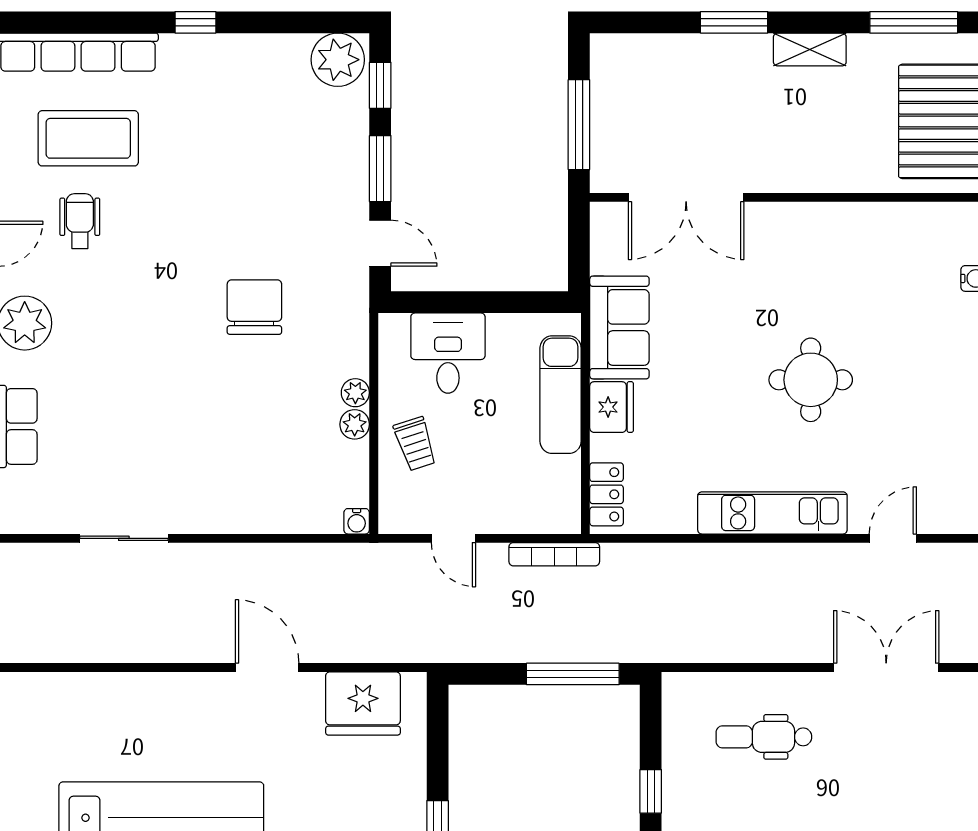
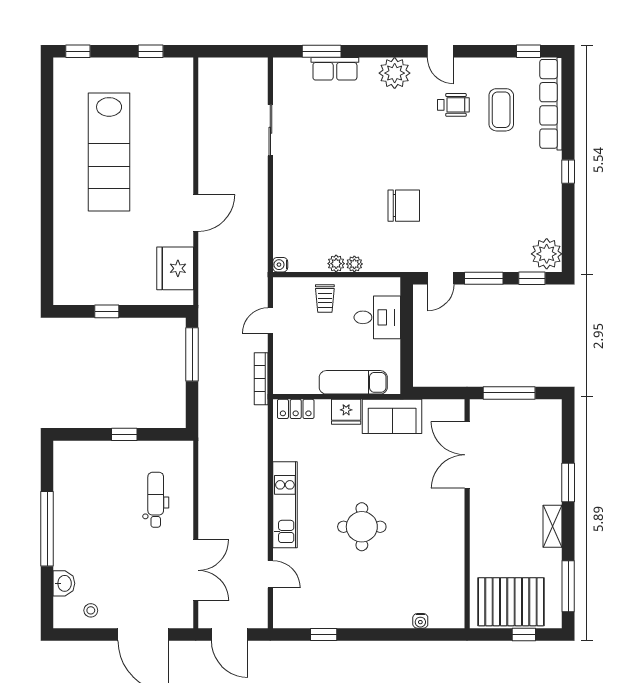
coffee table: (88, 138) -> (501, 110), width x0.73, depth x0.76
trolley: (415, 444) -> (325, 298), turned -72
window: (573, 674) -> (192, 354), moved

